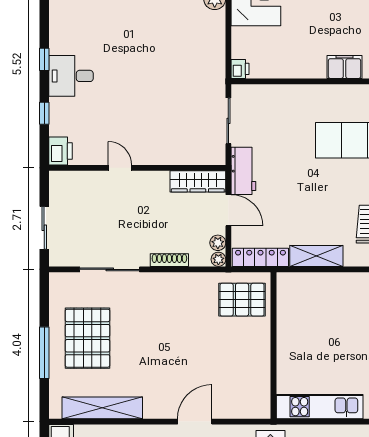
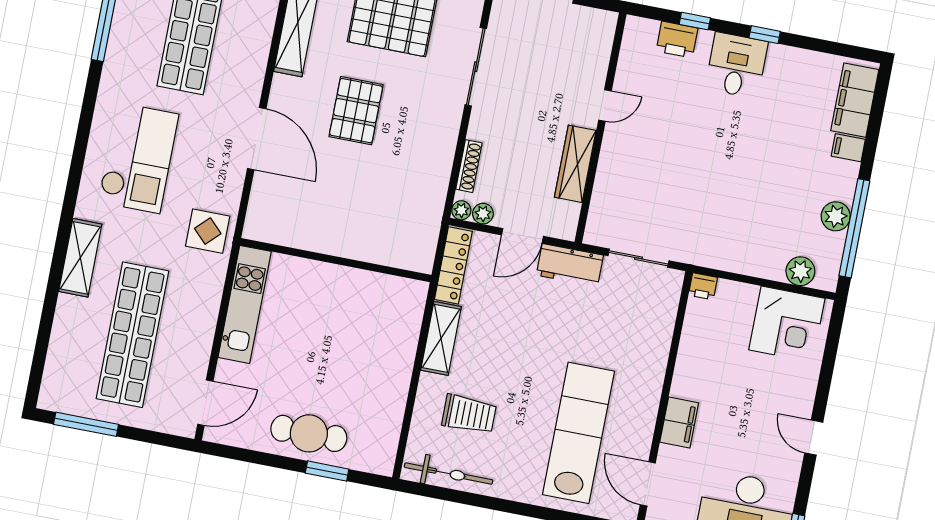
printer: (61, 151) -> (677, 40), moved
wardrobe: (198, 181) -> (575, 164), moved
shoe rack: (169, 260) -> (469, 166), moved
pallet: (242, 300) -> (356, 111), moved
door: (195, 422) -> (257, 139), width x1.36

